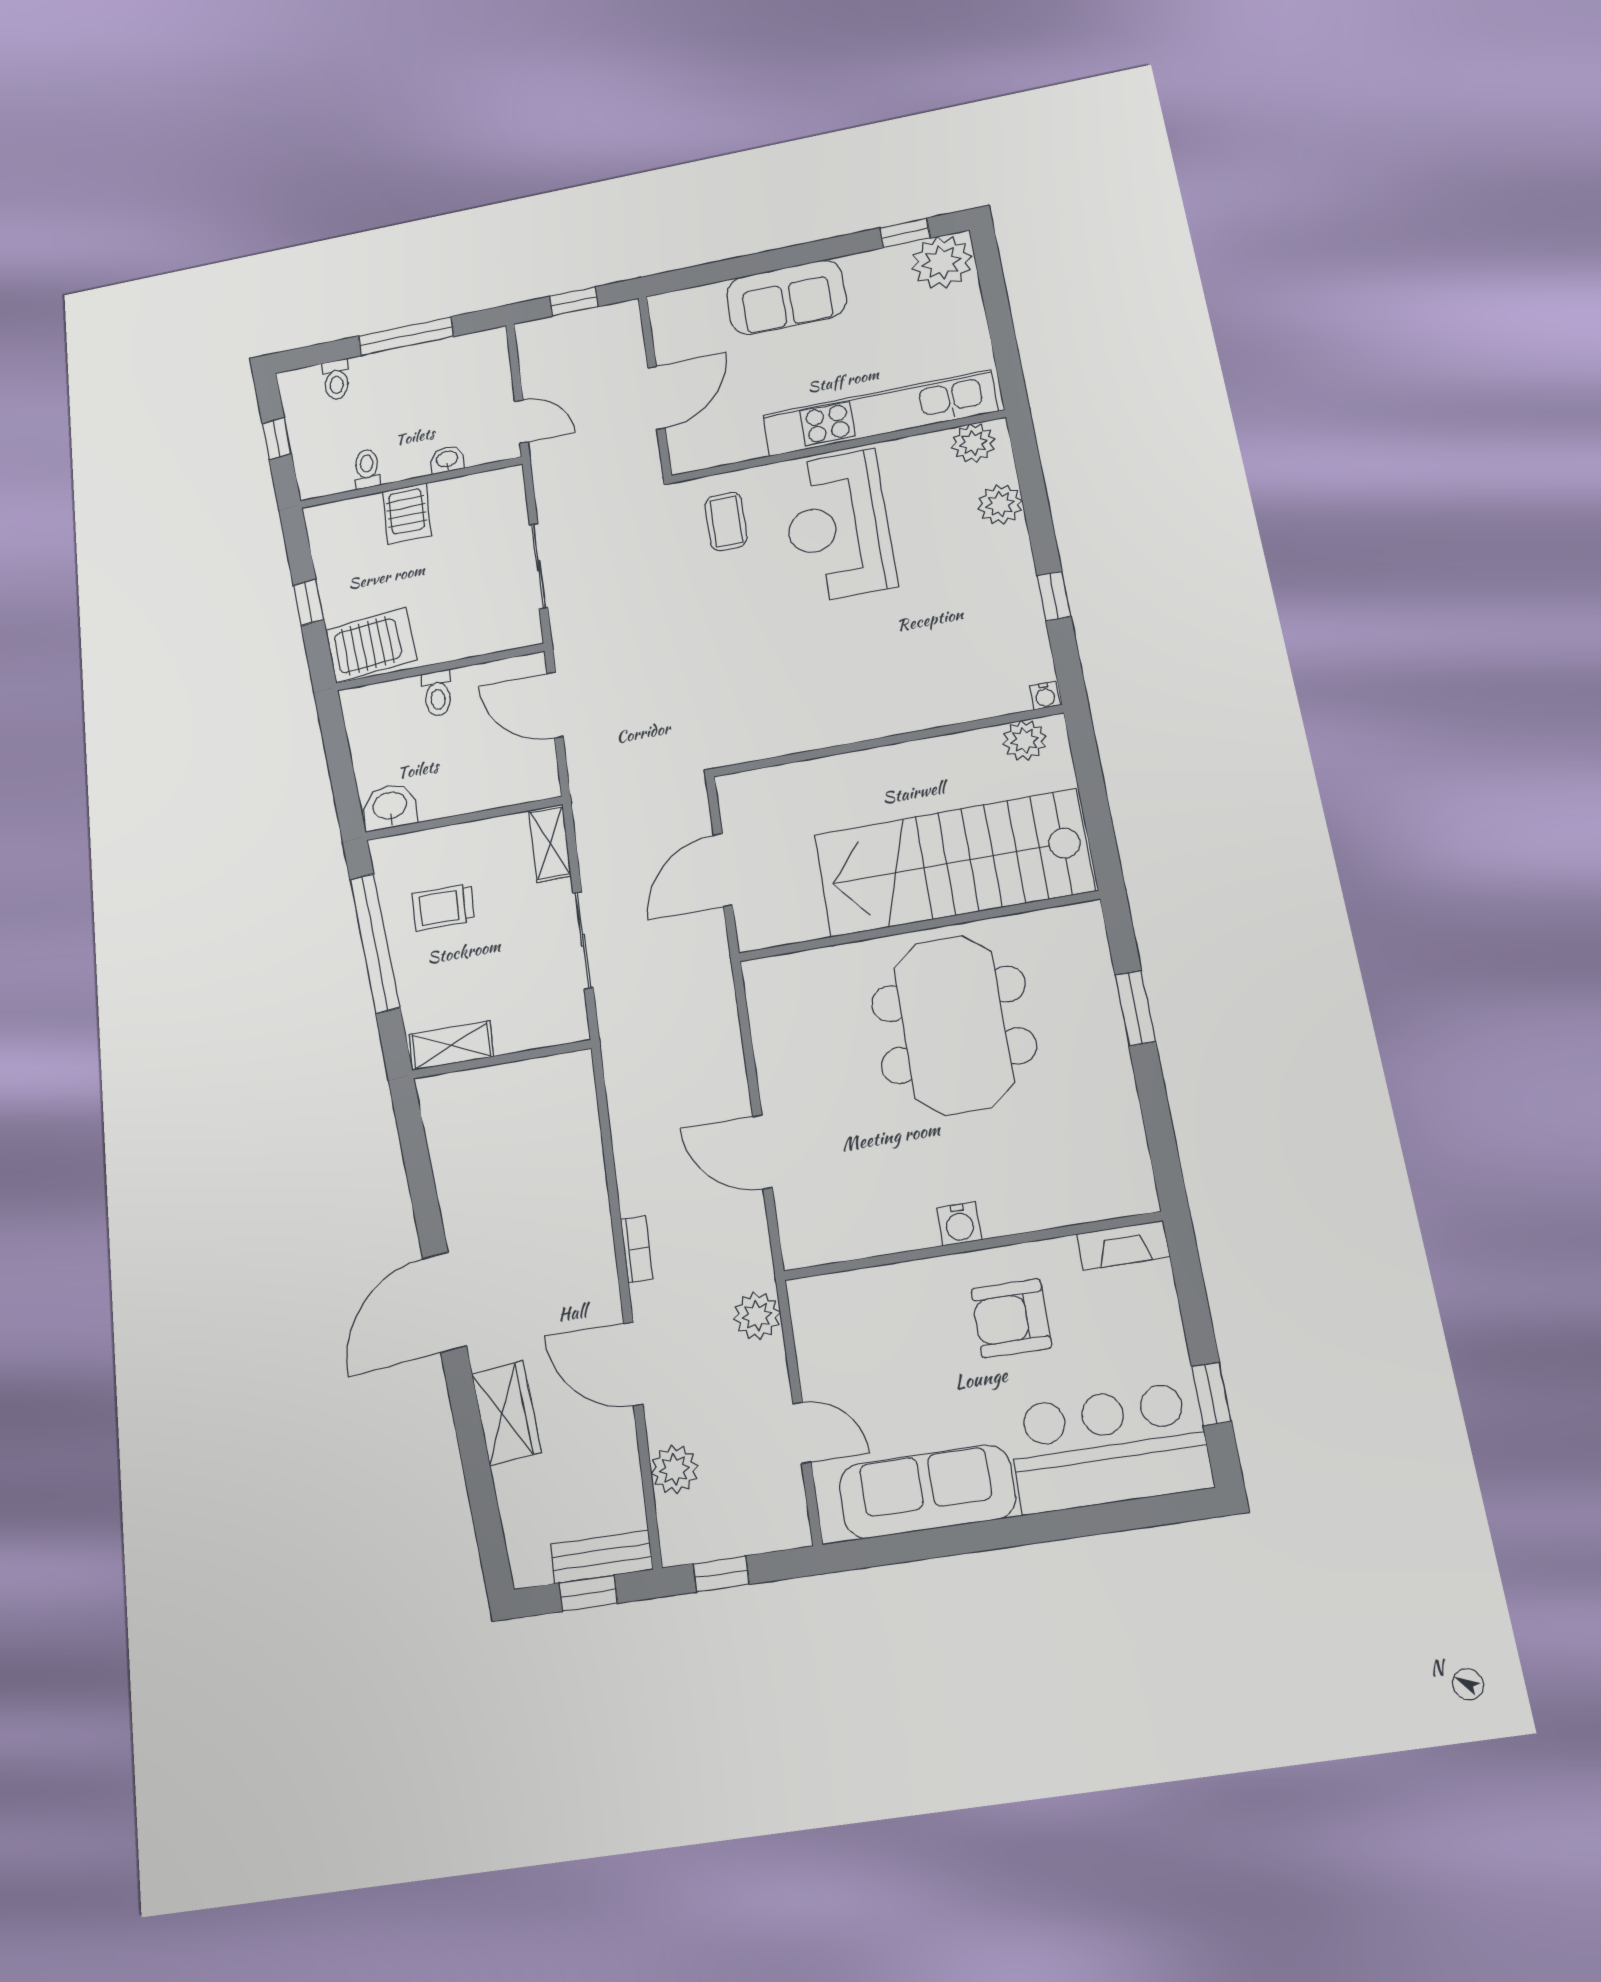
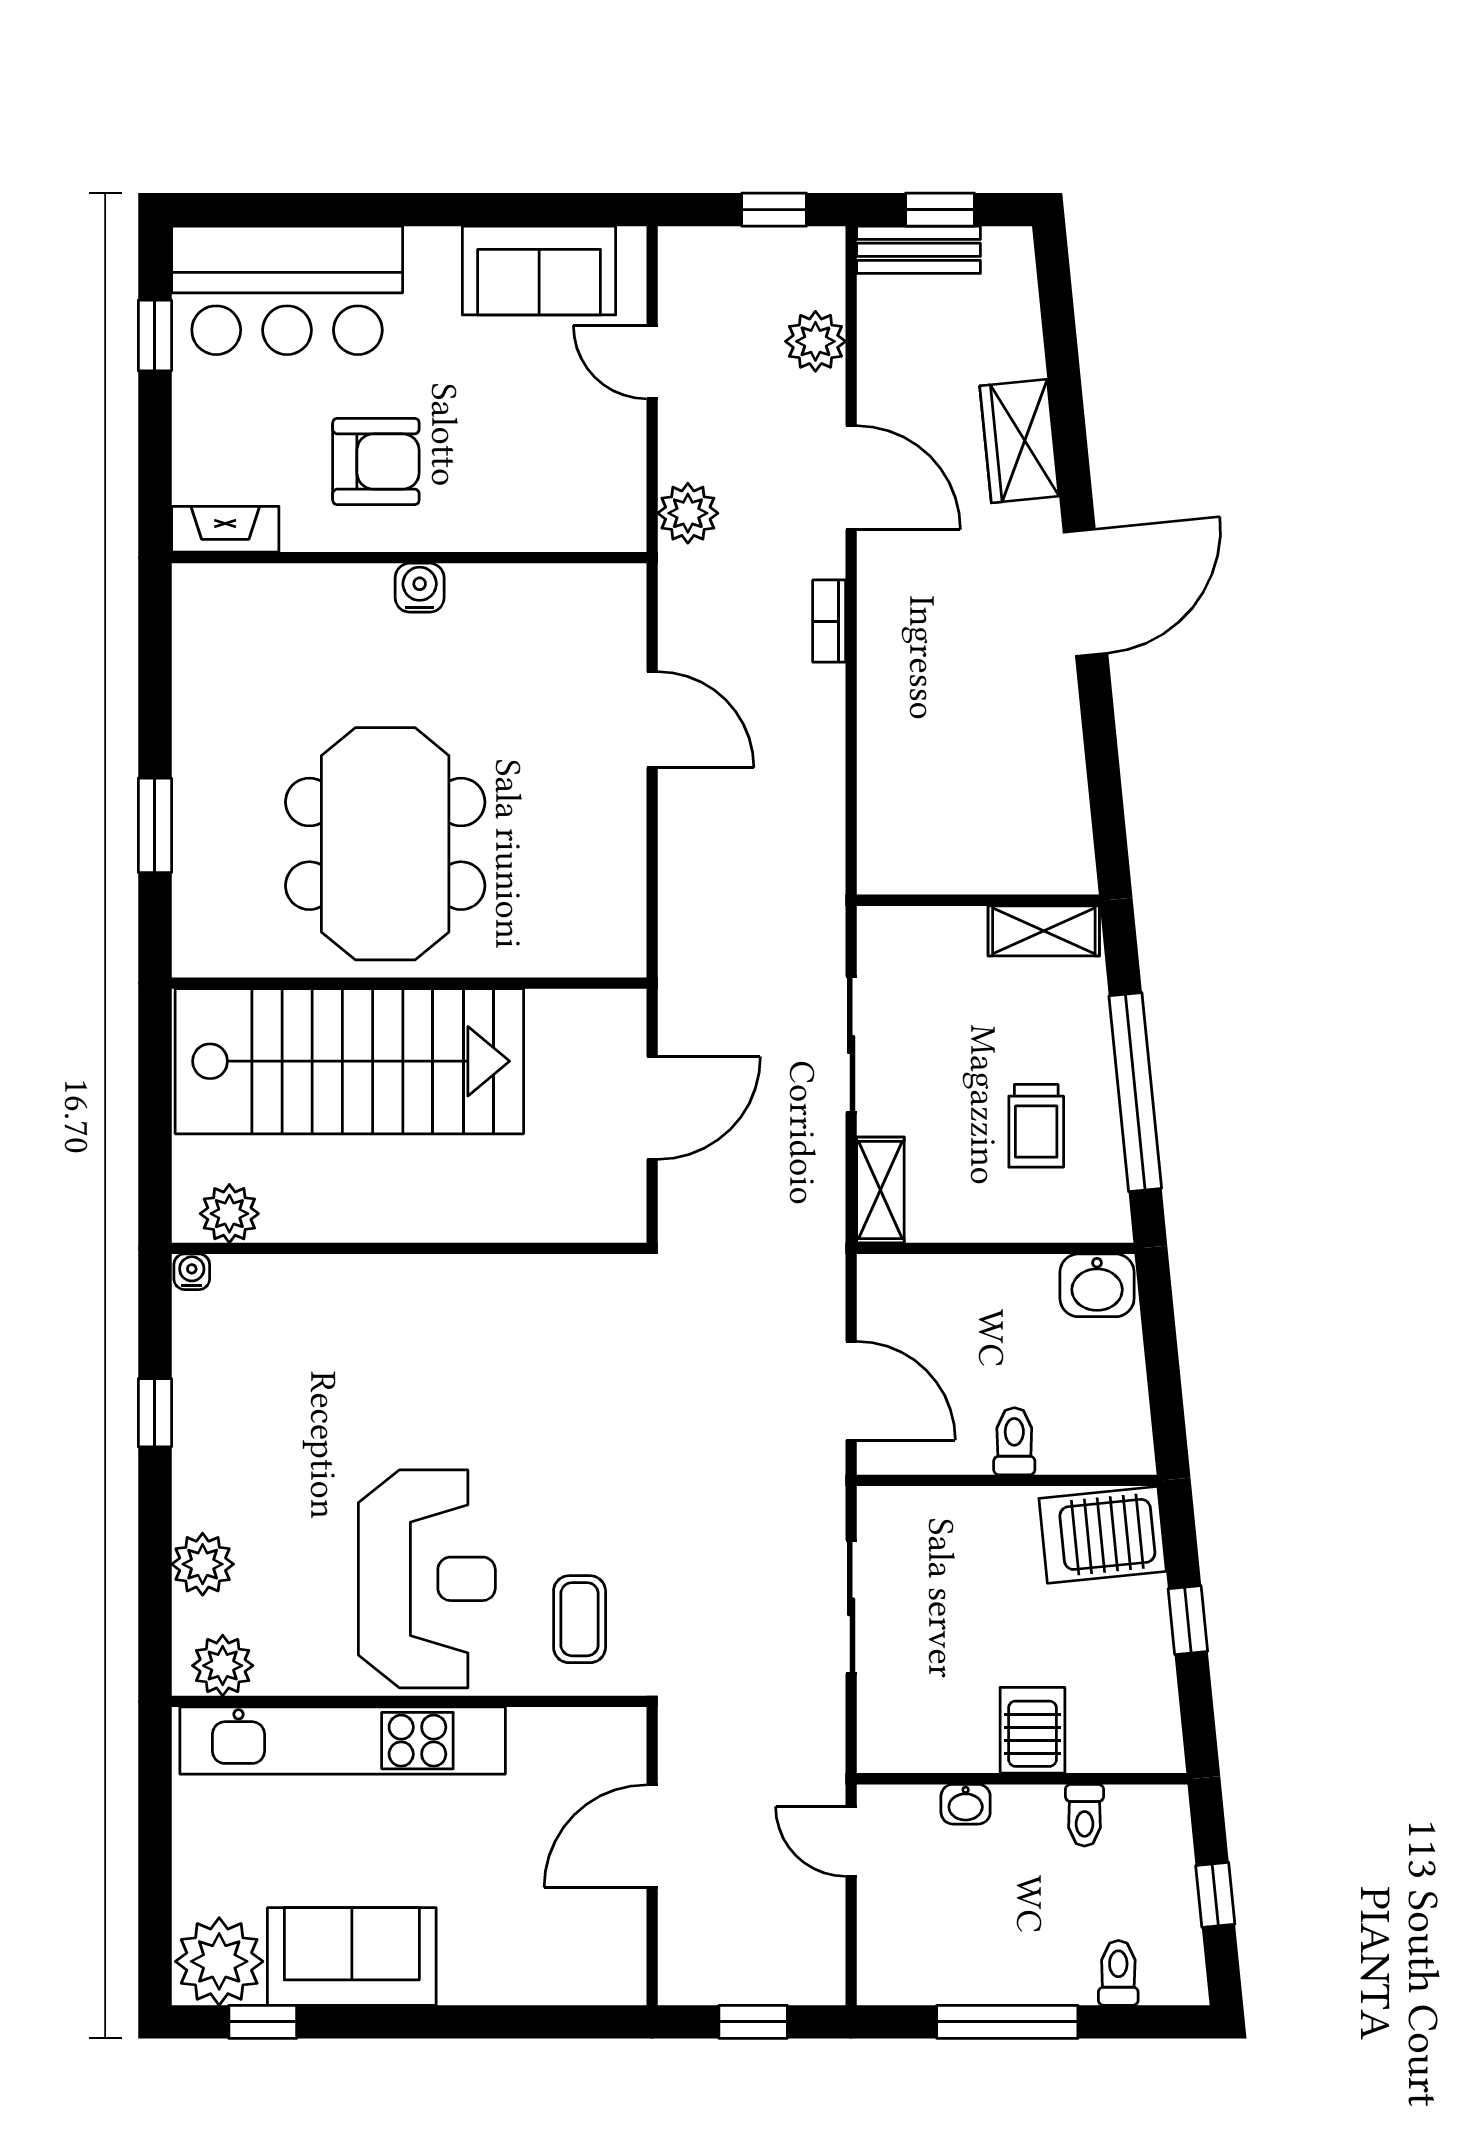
sofa: (786, 297) -> (352, 1957), moved
trolley: (443, 907) -> (1036, 1126), turned 90
sofa: (927, 1492) -> (539, 271), width x0.73

